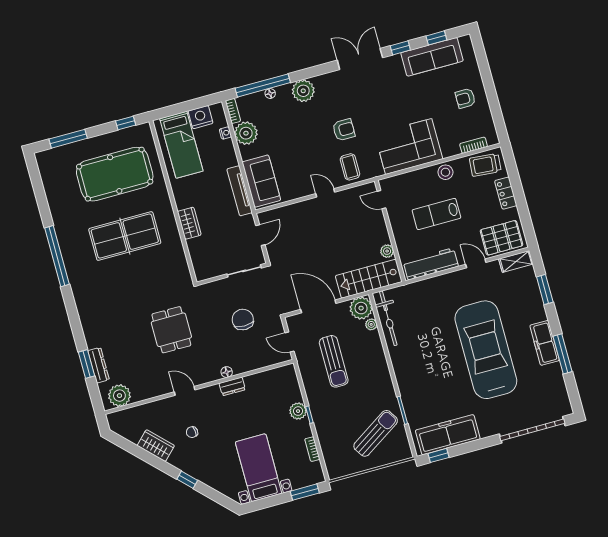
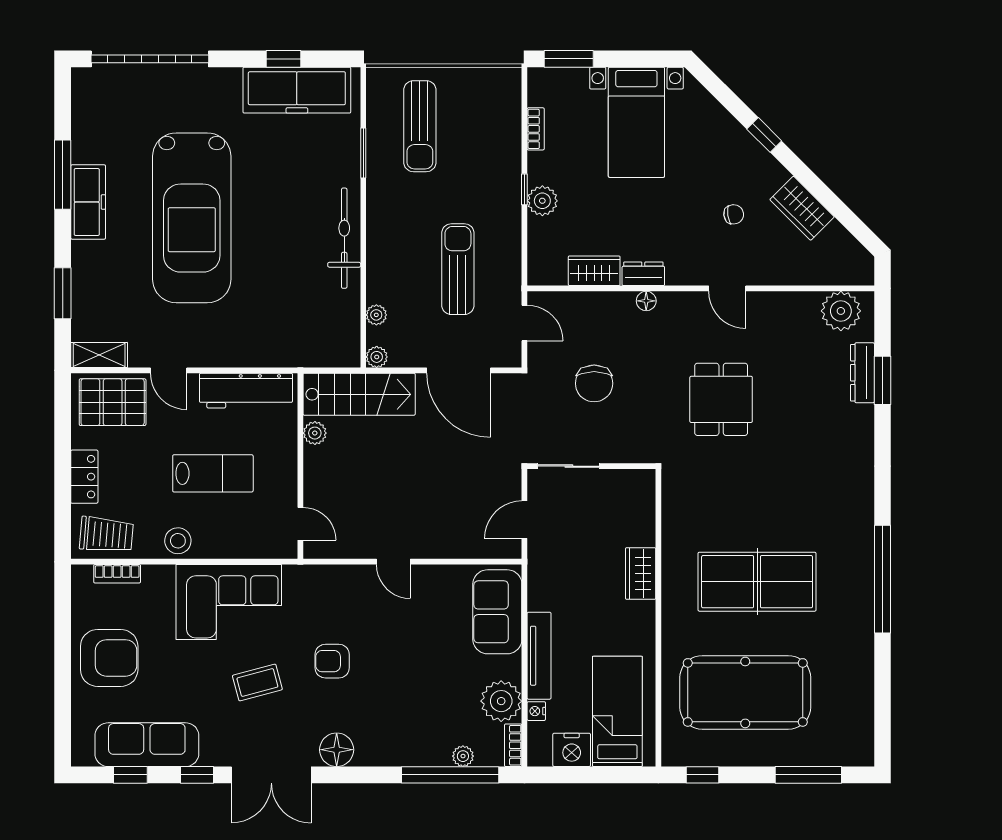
plant: (303, 91) -> (463, 756), moved, width x0.53, depth x0.53
floor lamp: (270, 93) -> (337, 750), moved, width x1.89, depth x1.89
armchair: (465, 98) -> (109, 658), width x1.88, depth x1.88
coffee table: (350, 167) -> (257, 683), moved, turned 75
tv unit: (240, 191) -> (539, 656), moved
plant: (361, 308) -> (377, 357), width x0.53, depth x0.53
bicycle: (388, 318) -> (344, 238), moved
wardrobe: (259, 381) -> (594, 271), added
sun lounger: (376, 433) -> (420, 126), turned -57
window: (439, 455) -> (284, 59), moved

